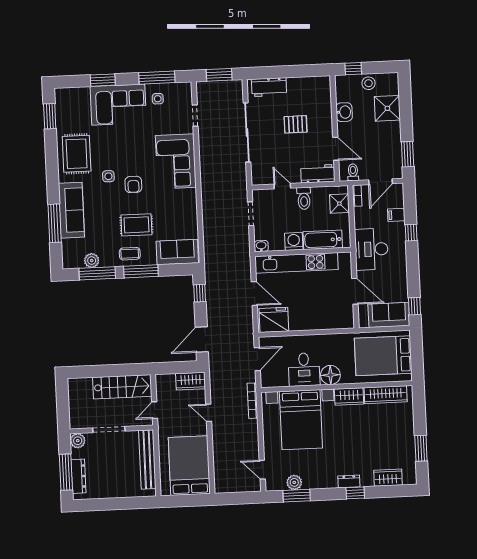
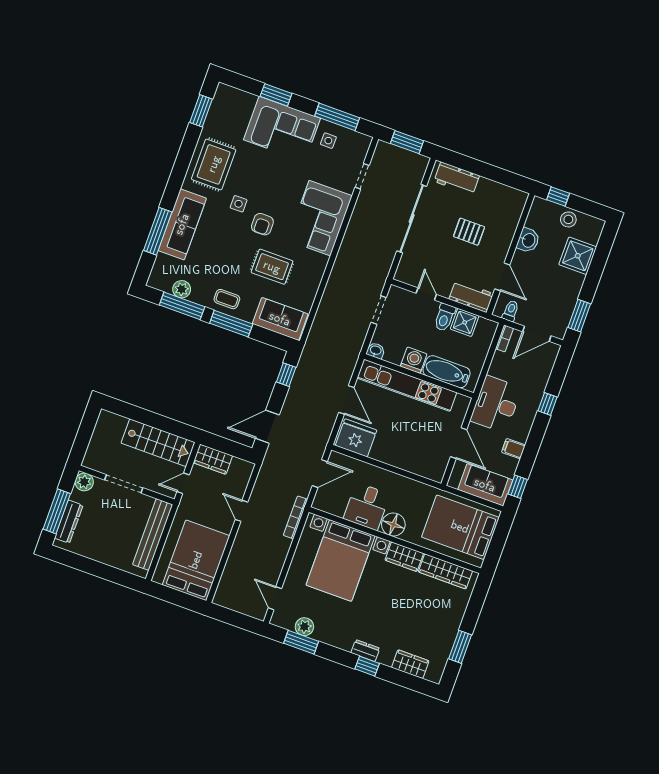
shower: (339, 204) -> (465, 322), moved
filing cabinet: (396, 215) -> (513, 449), moved
rug: (136, 225) -> (272, 267), moved
wardrobe: (190, 381) -> (213, 459), moved

